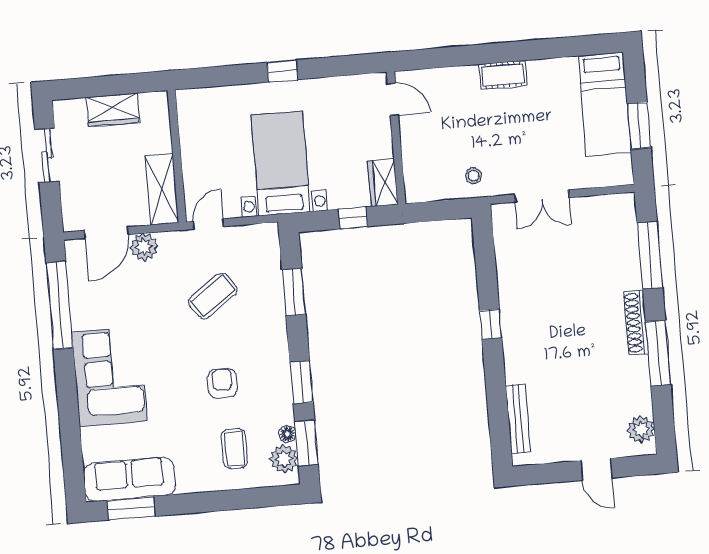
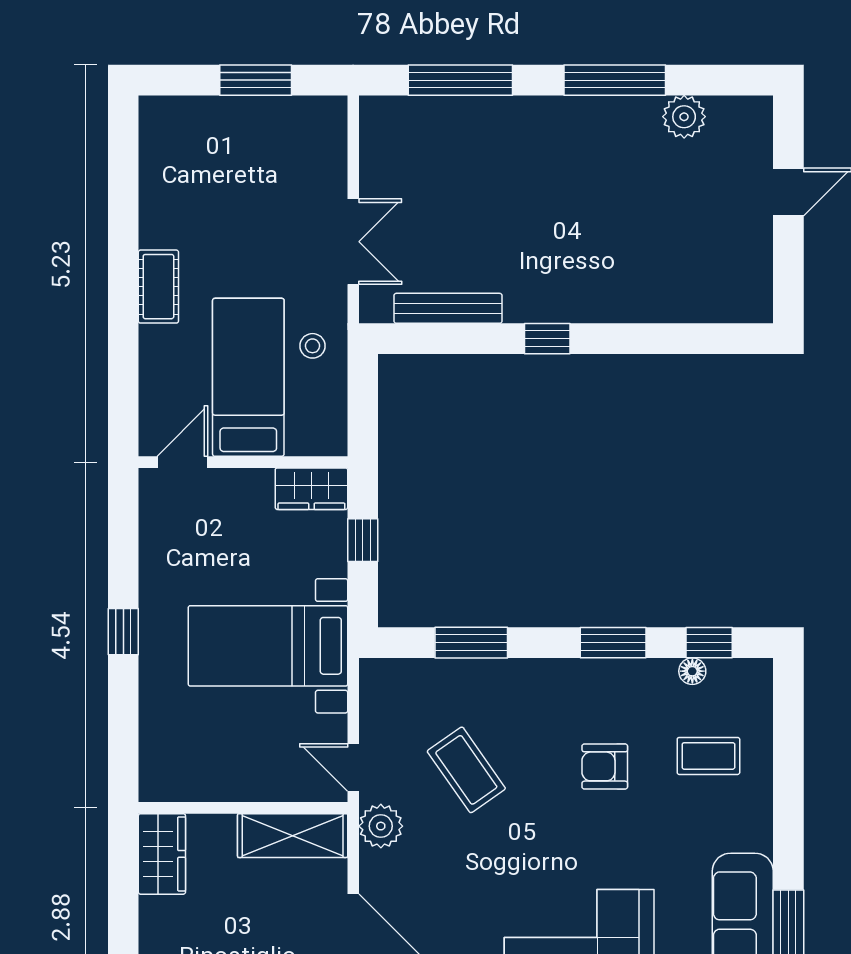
bed: (605, 104) -> (248, 377), moved, turned -90
wardrobe: (113, 110) -> (162, 854), moved
plant: (144, 247) -> (381, 826), moved
shoe rack: (636, 322) -> (564, 111), removed
bench: (518, 419) -> (448, 308), moved
plant: (641, 429) -> (684, 117), moved
window: (306, 443) -> (709, 643), width x0.67
plant: (284, 459) -> (731, 680), removed

